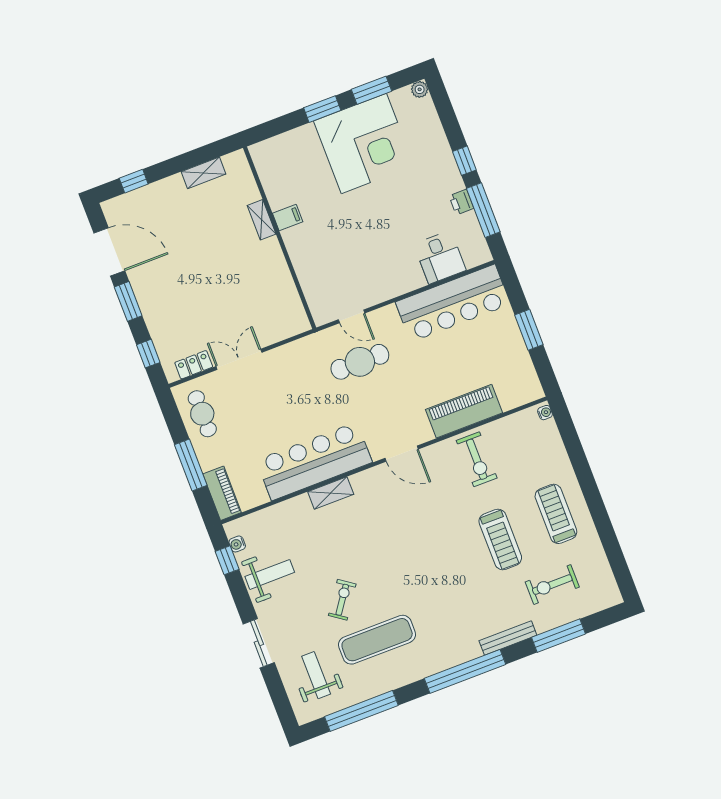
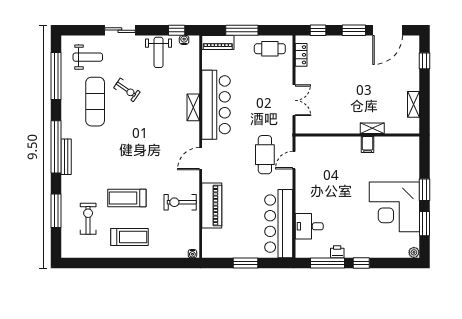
double door: (239, 359) -> (294, 100), moved
bench: (508, 638) -> (66, 157), moved

